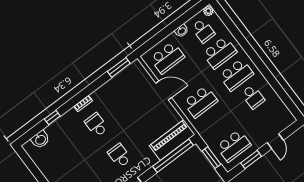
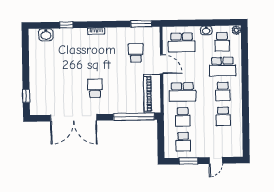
school desk: (236, 75) -> (223, 91), width x0.54
school desk: (217, 124) -> (183, 117), added
school desk: (96, 125) -> (136, 53), moved
piano: (172, 140) -> (152, 94), moved, turned -90
school desk: (234, 146) -> (183, 142), width x0.54
window: (211, 158) -> (161, 138), removed

